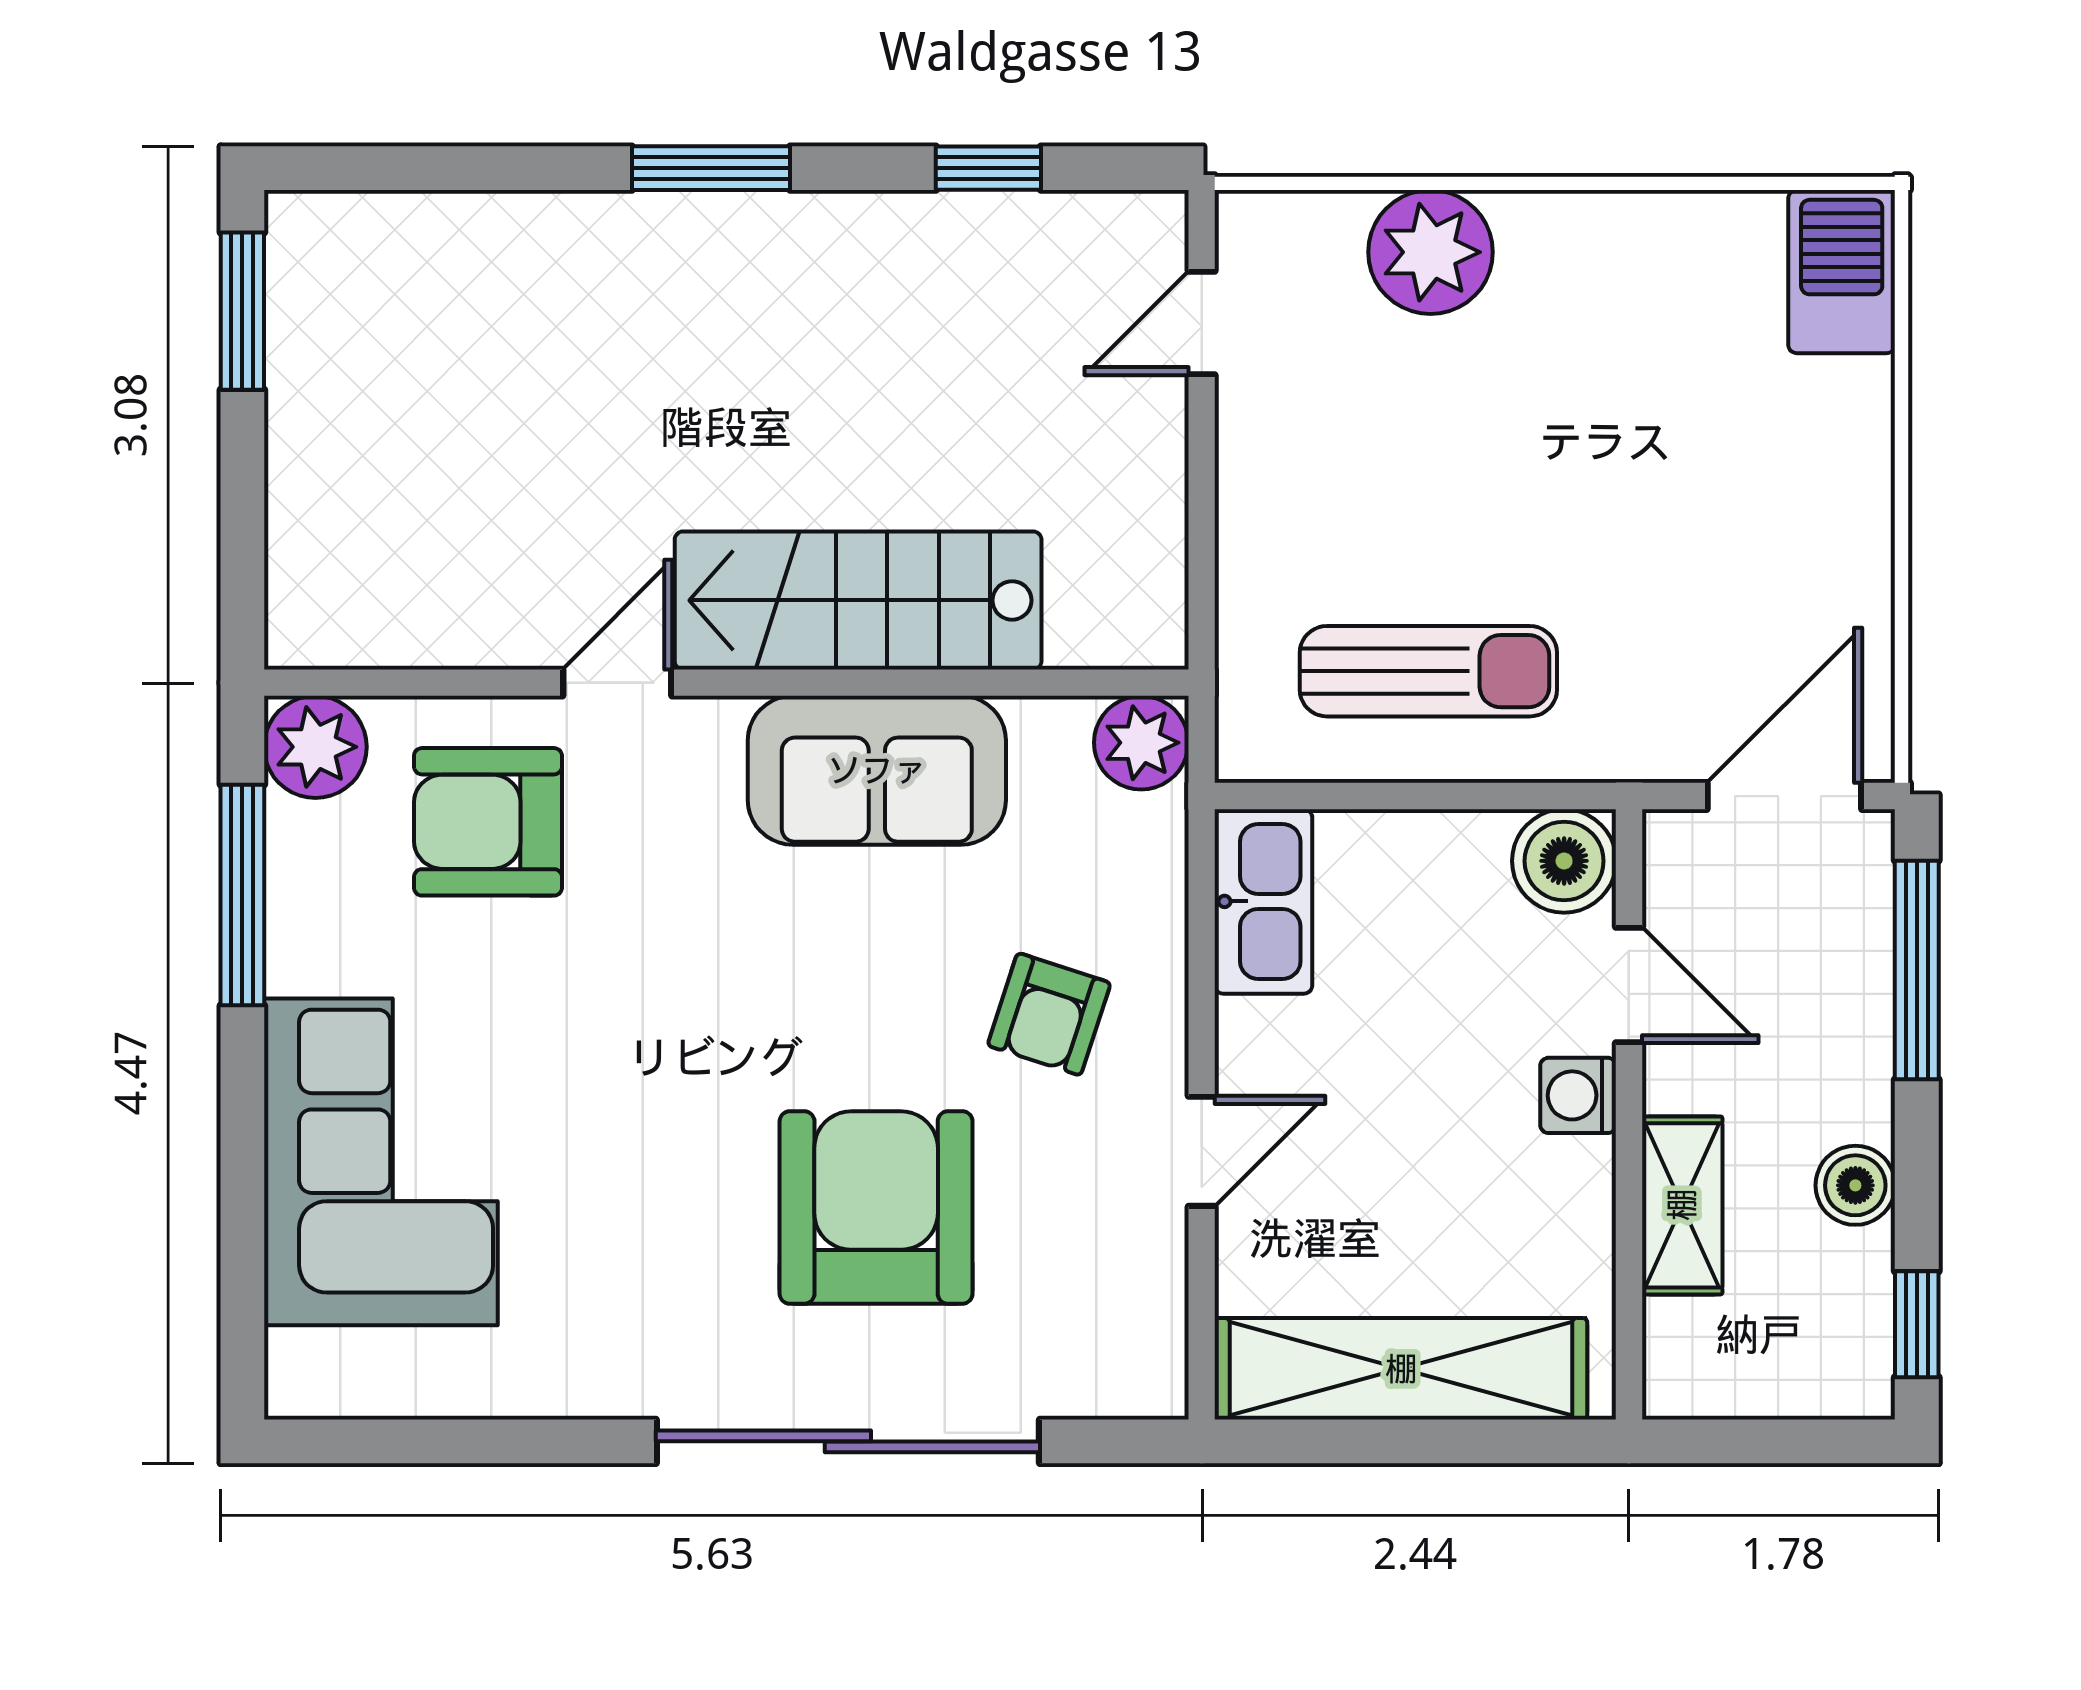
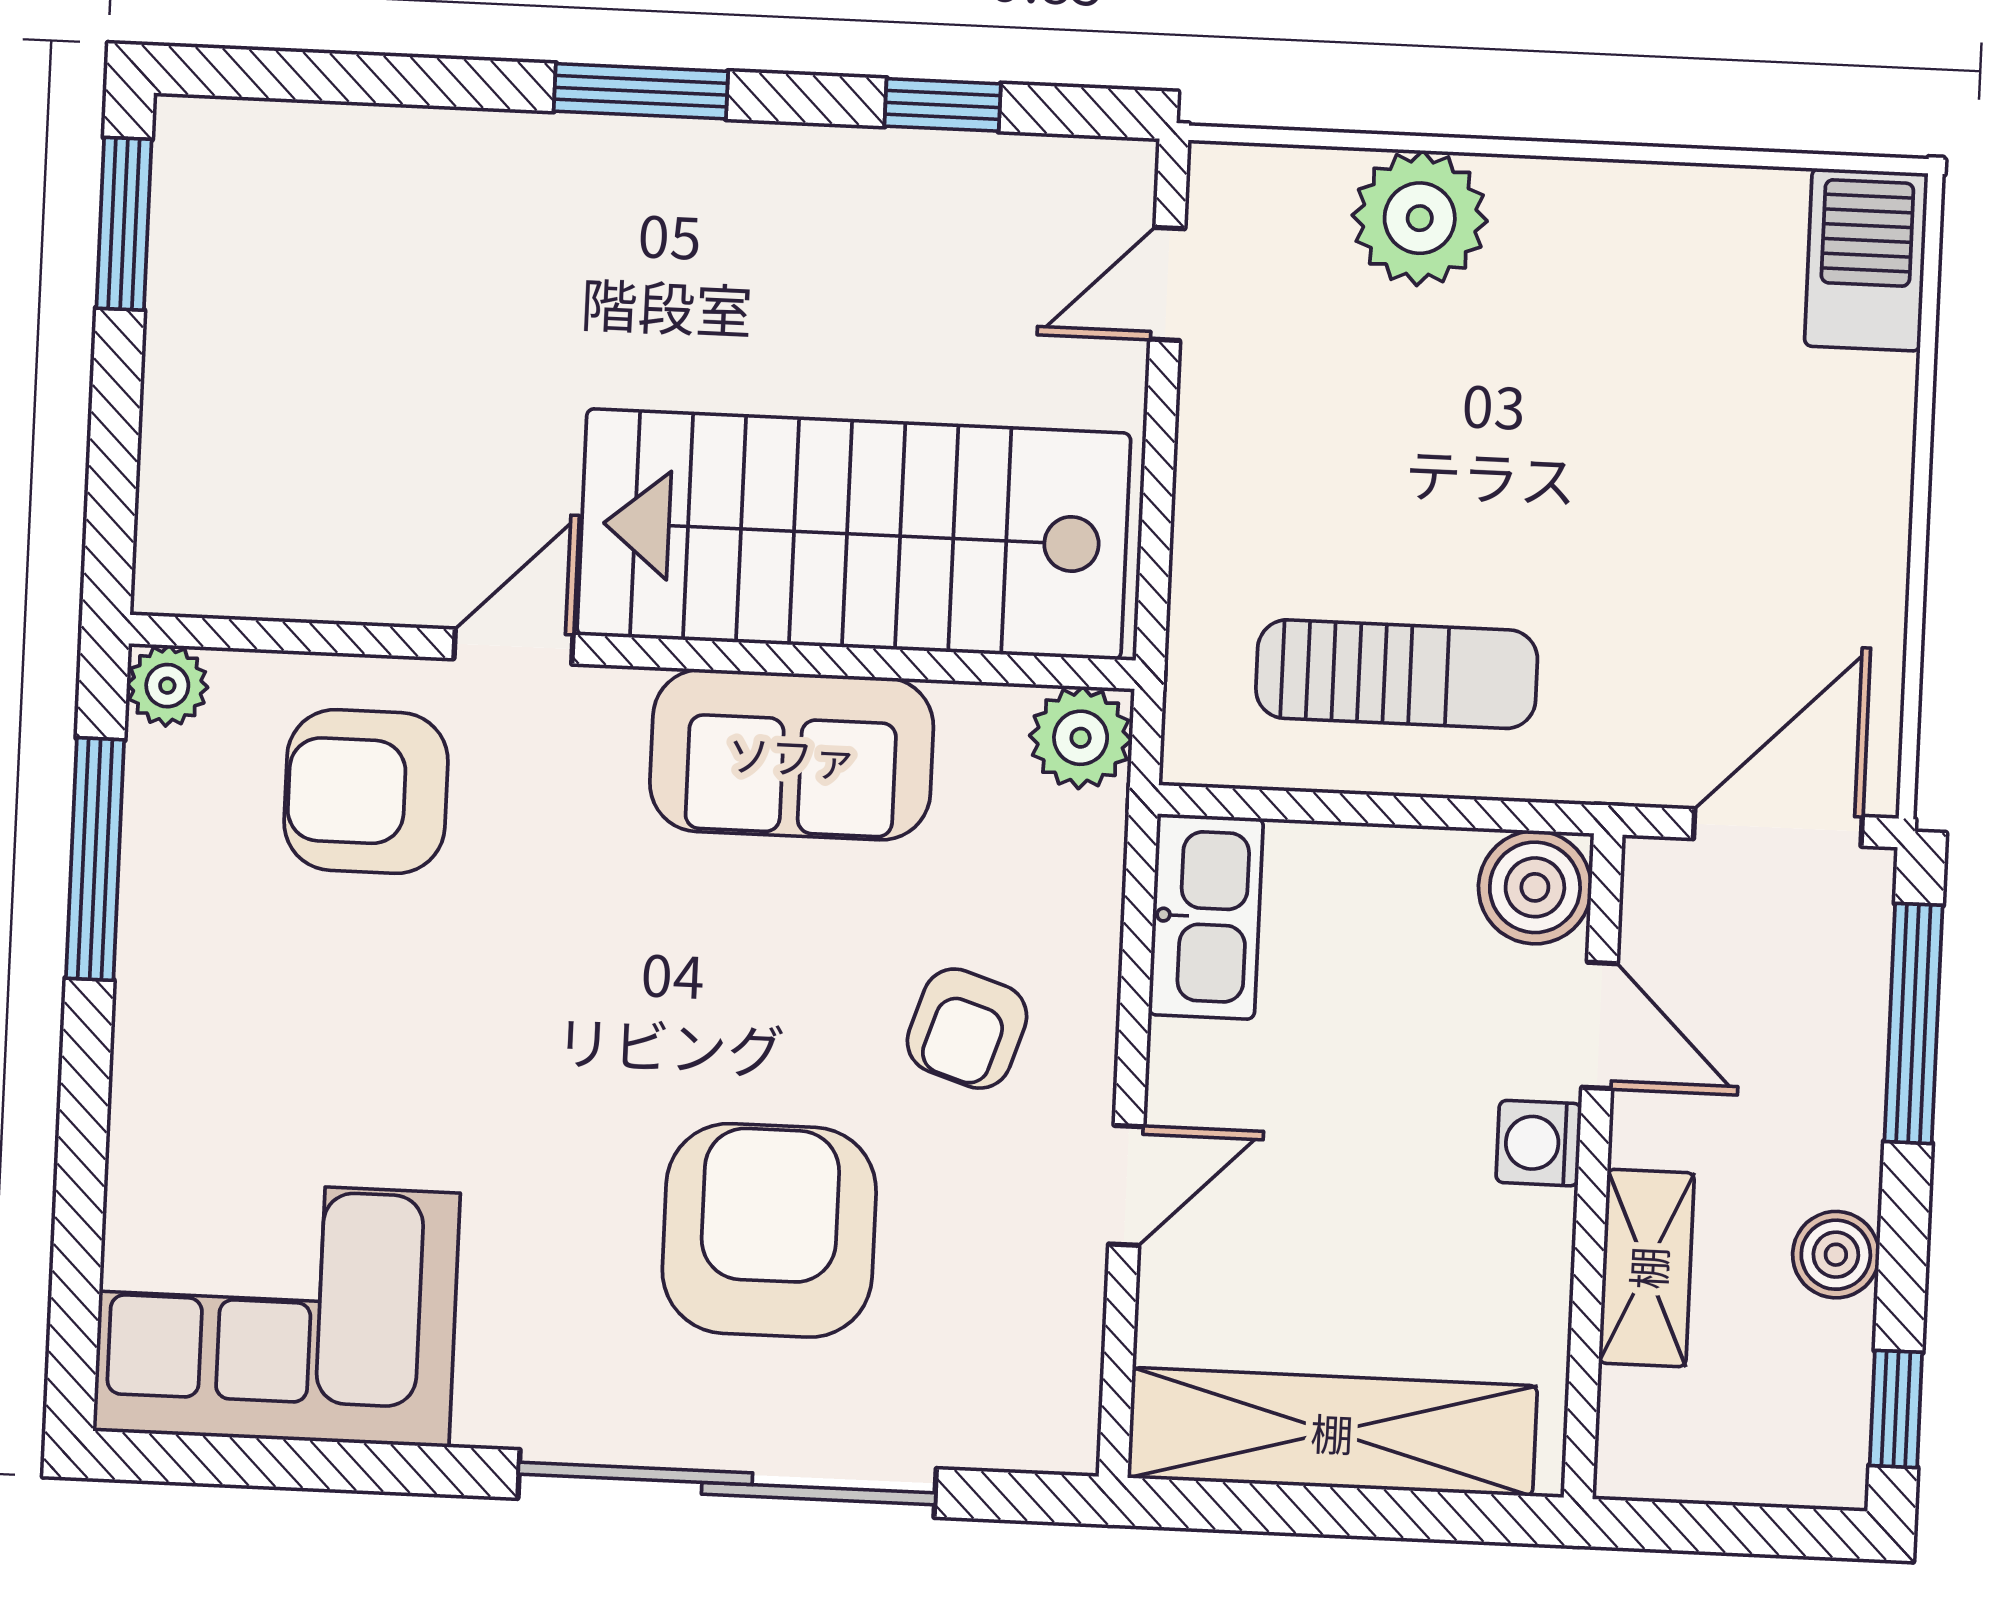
stairs: (858, 600) -> (854, 534), width x1.36, depth x1.51
plant: (315, 747) -> (167, 686), width x0.73, depth x0.73
corner sofa: (381, 1162) -> (277, 1312), moved, turned -90

